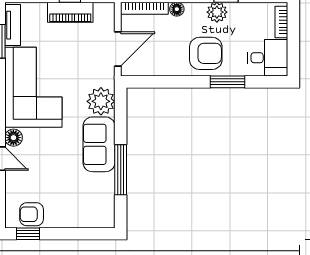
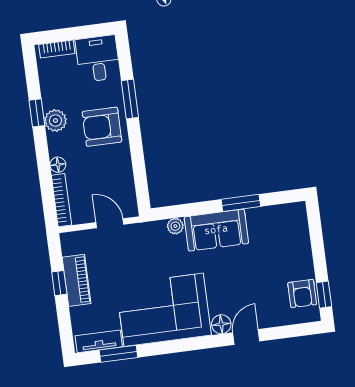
door: (118, 49) -> (110, 223), width x0.73
armchair: (206, 53) -> (102, 127), turned -90
plant: (101, 101) -> (175, 226), width x0.53, depth x0.53
window: (121, 170) -> (241, 203), width x0.69

